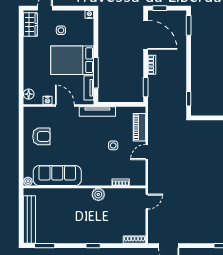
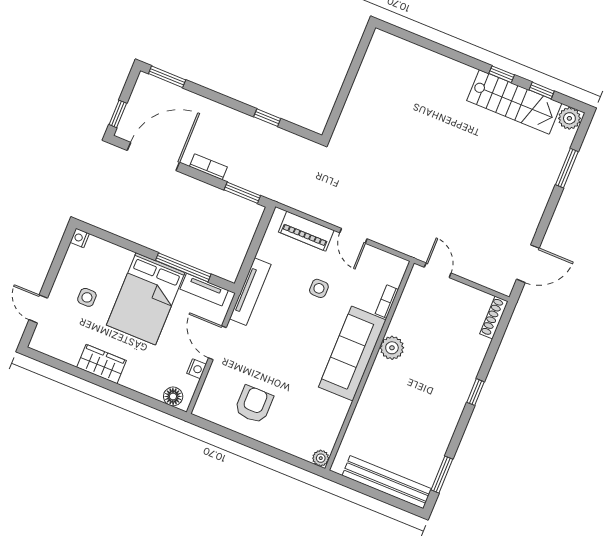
wardrobe: (30, 25) -> (101, 364), moved
window: (189, 99) -> (267, 118), moved
door: (65, 105) -> (217, 343), hinge flipped
sofa: (57, 176) -> (352, 353), moved

